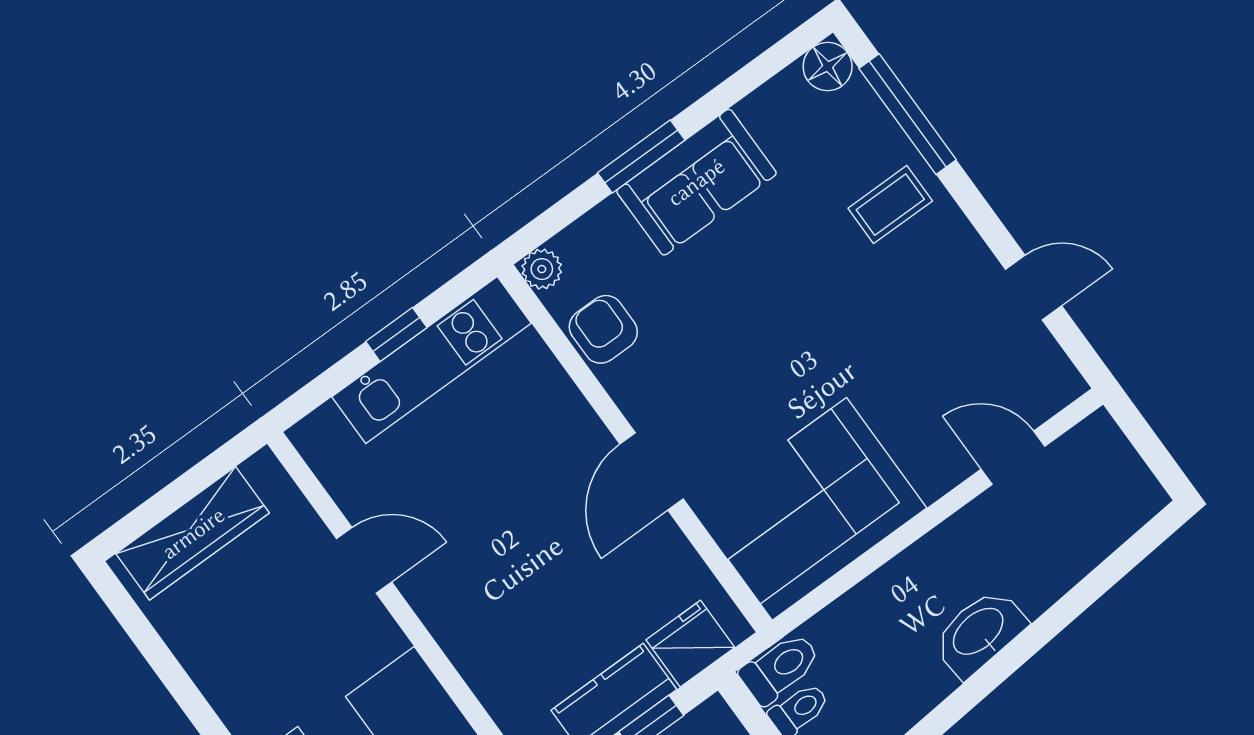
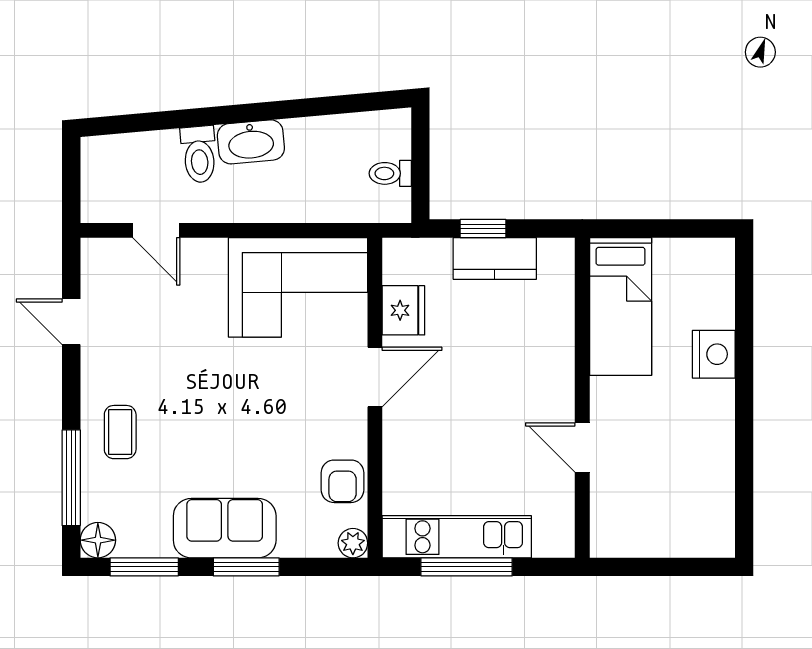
window: (755, 74) -> (144, 567), added
coffee table: (890, 205) -> (120, 432), turned 90
window: (396, 334) -> (467, 567), width x2.17
wardrobe: (193, 533) -> (672, 537), removed
fridge: (690, 644) -> (403, 310), moved, turned -90
toilet: (780, 668) -> (199, 154), moved, turned -95

